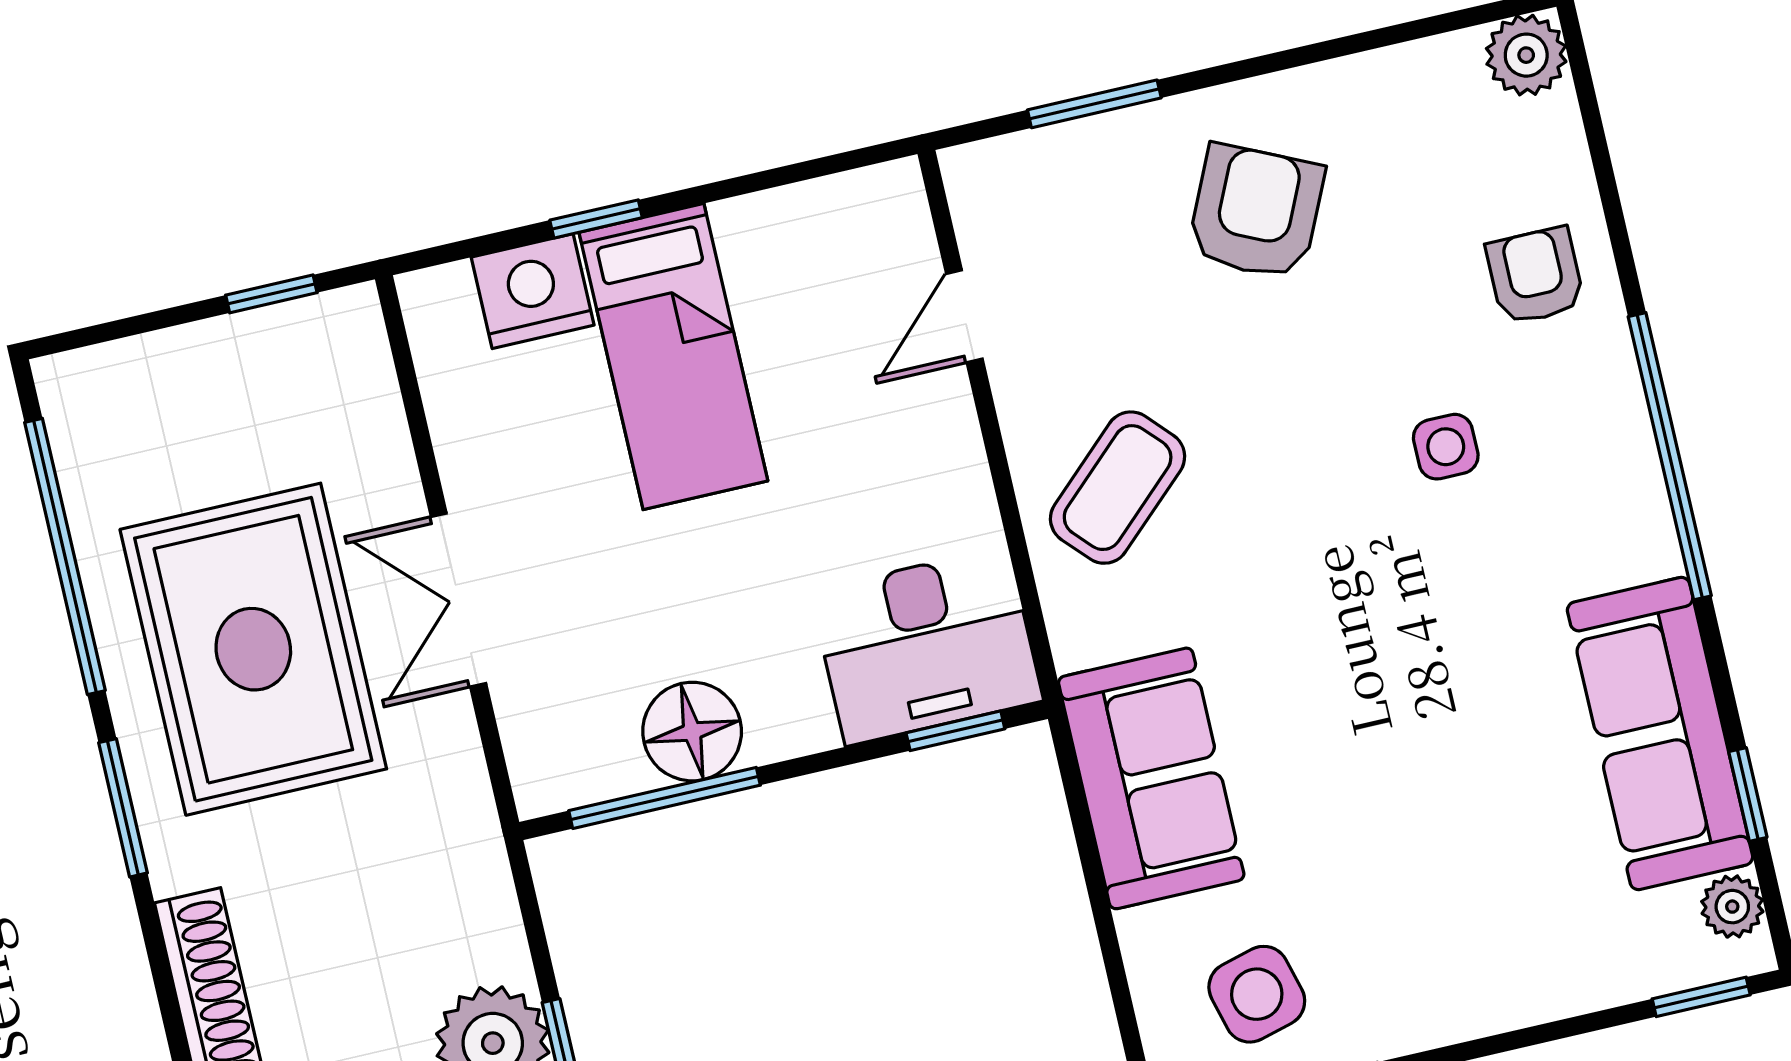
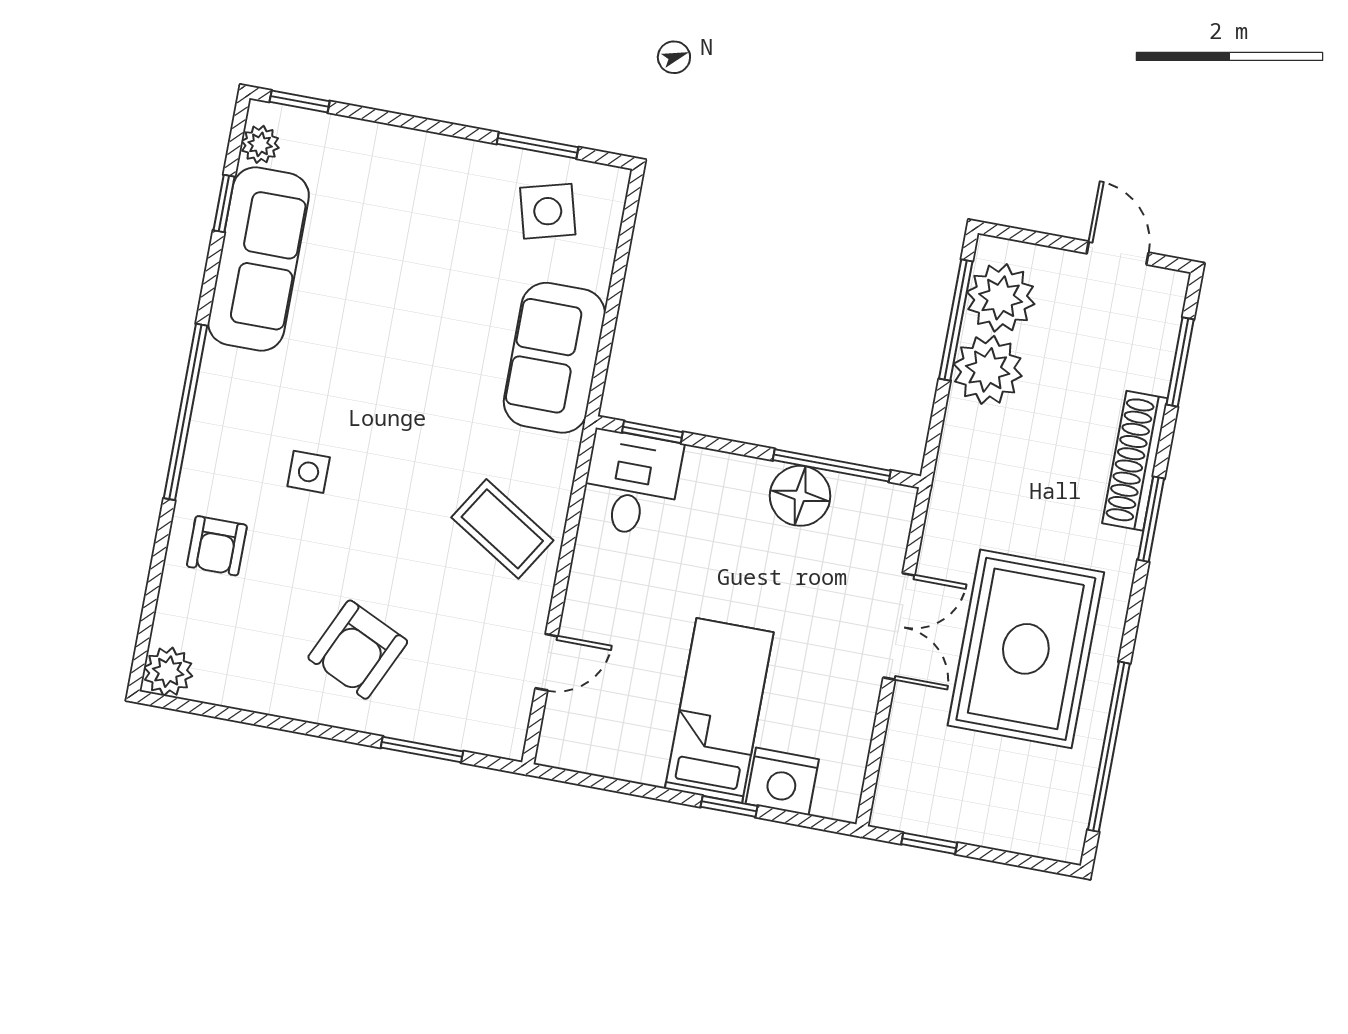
coffee table: (1118, 488) -> (502, 529), turned 75
desk: (927, 646) -> (631, 484), width x0.73
window: (123, 808) -> (1151, 519), moved

